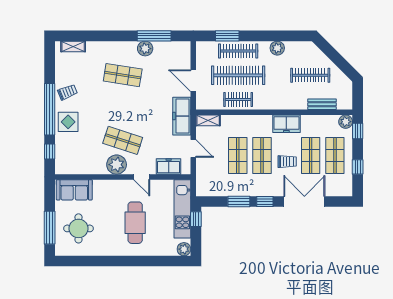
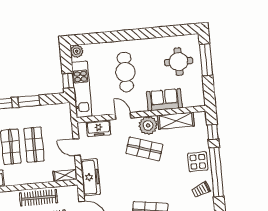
clothes rail: (238, 100) -> (39, 198), width x1.36
shelving: (87, 167) -> (176, 121), added
sofa: (74, 190) -> (164, 100), moved

